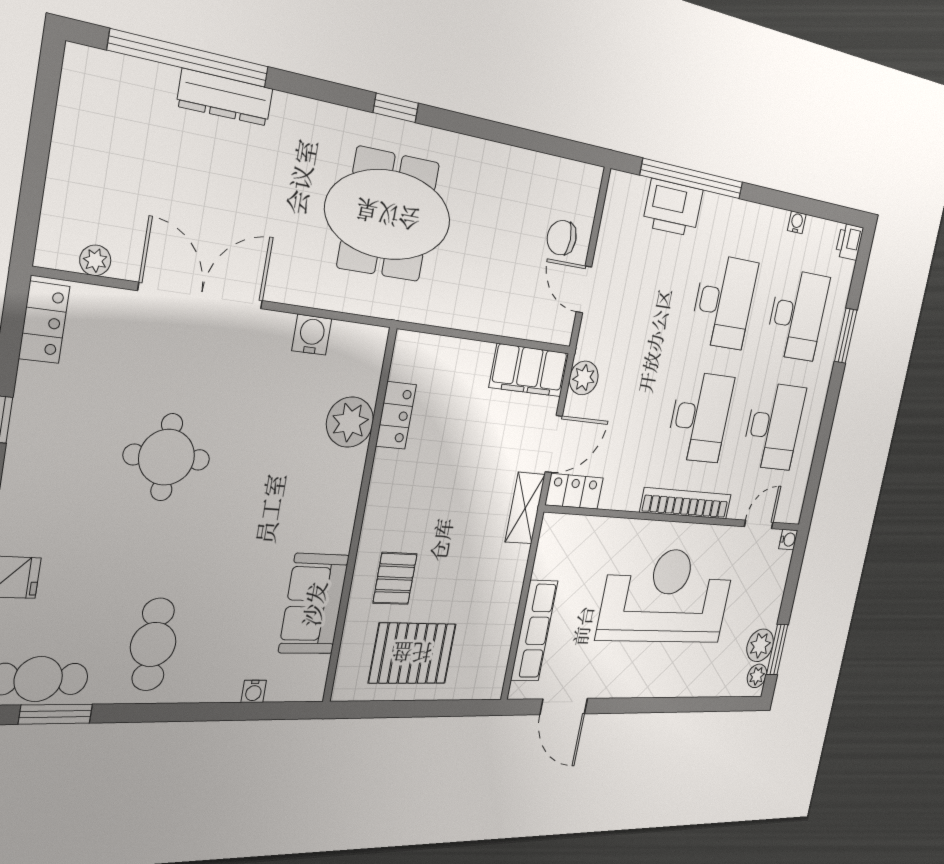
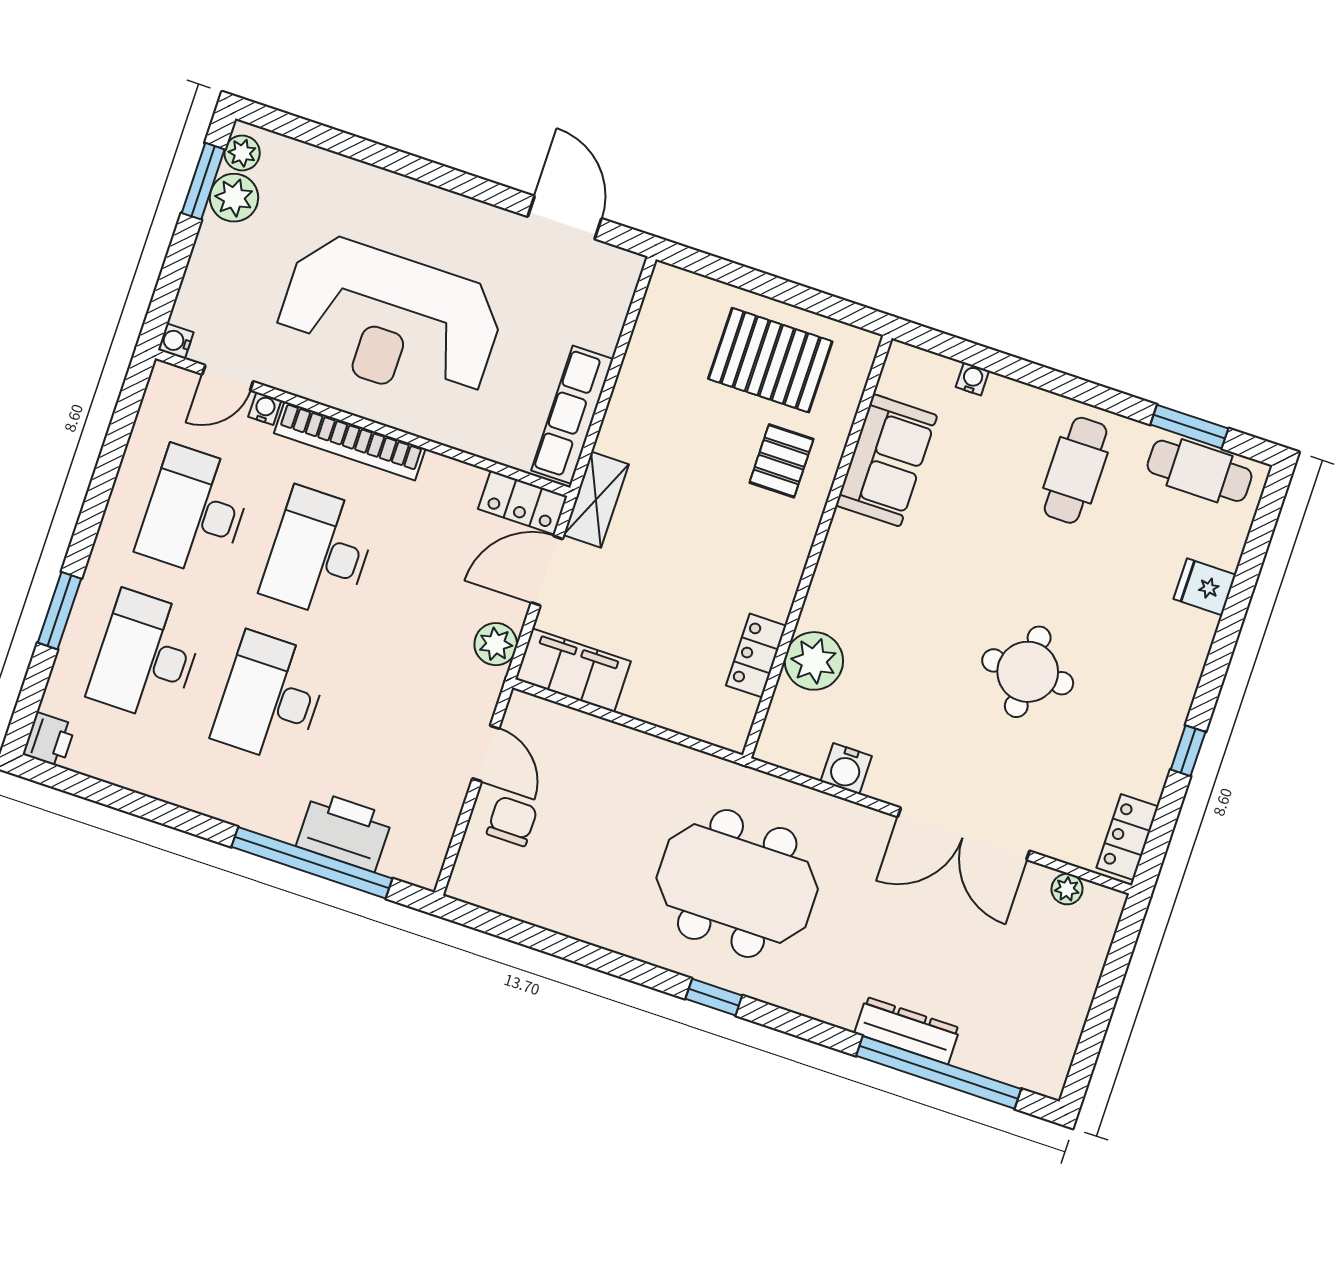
water cooler: (797, 222) -> (265, 408), moved, turned 180
chair: (562, 238) -> (512, 821), turned -90
row of seats: (534, 631) -> (572, 415), moved

